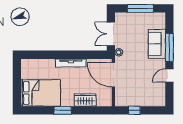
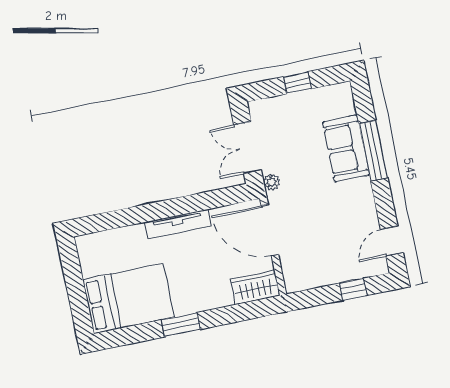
window: (140, 8) -> (297, 83), width x0.46
door: (169, 76) -> (392, 241), moved
wardrobe: (85, 100) -> (255, 287), moved
window: (134, 110) -> (353, 289), moved

